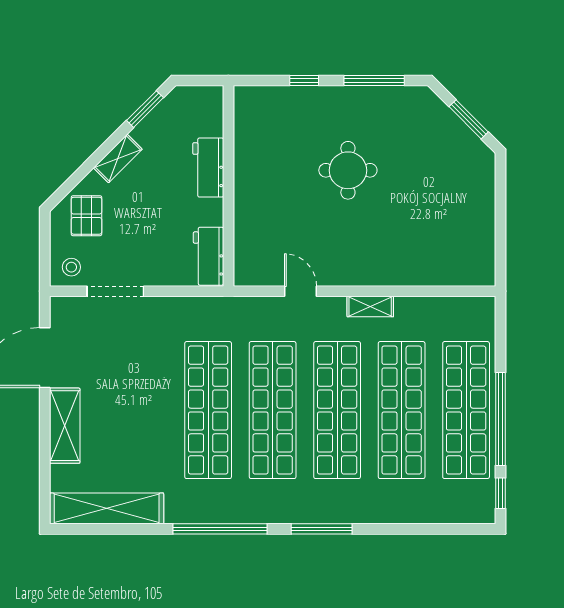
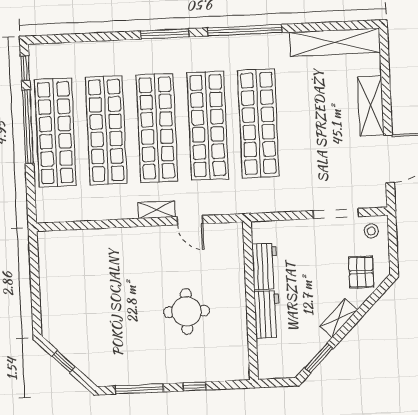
window: (469, 119) -> (64, 362), width x0.67
round table: (348, 170) -> (187, 311), moved
workbench: (209, 256) -> (265, 266), moved
shelving: (370, 306) -> (156, 210), moved

